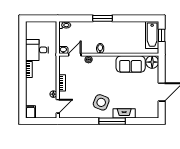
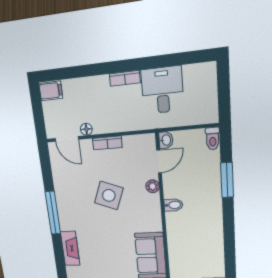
window: (102, 18) -> (227, 180), moved
door: (75, 55) -> (159, 161), hinge flipped
side table: (101, 102) -> (109, 195), moved
window: (112, 121) -> (53, 213), moved

